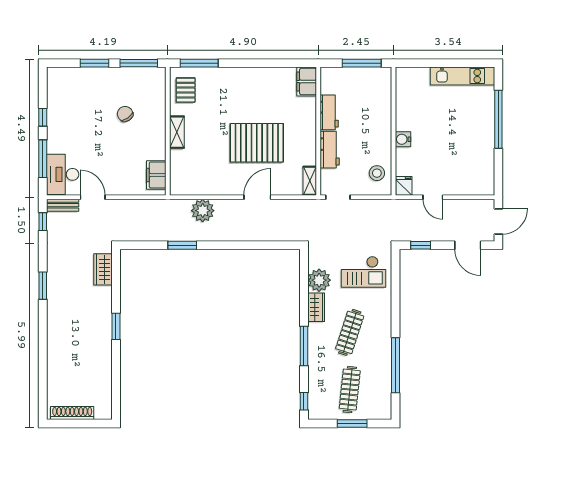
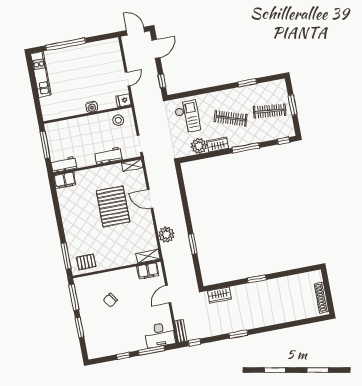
workbench: (329, 112) -> (64, 164), moved
shelving: (177, 132) -> (148, 256), moved
door: (93, 197) -> (168, 294), moved
window: (395, 365) -> (247, 83), width x0.47

